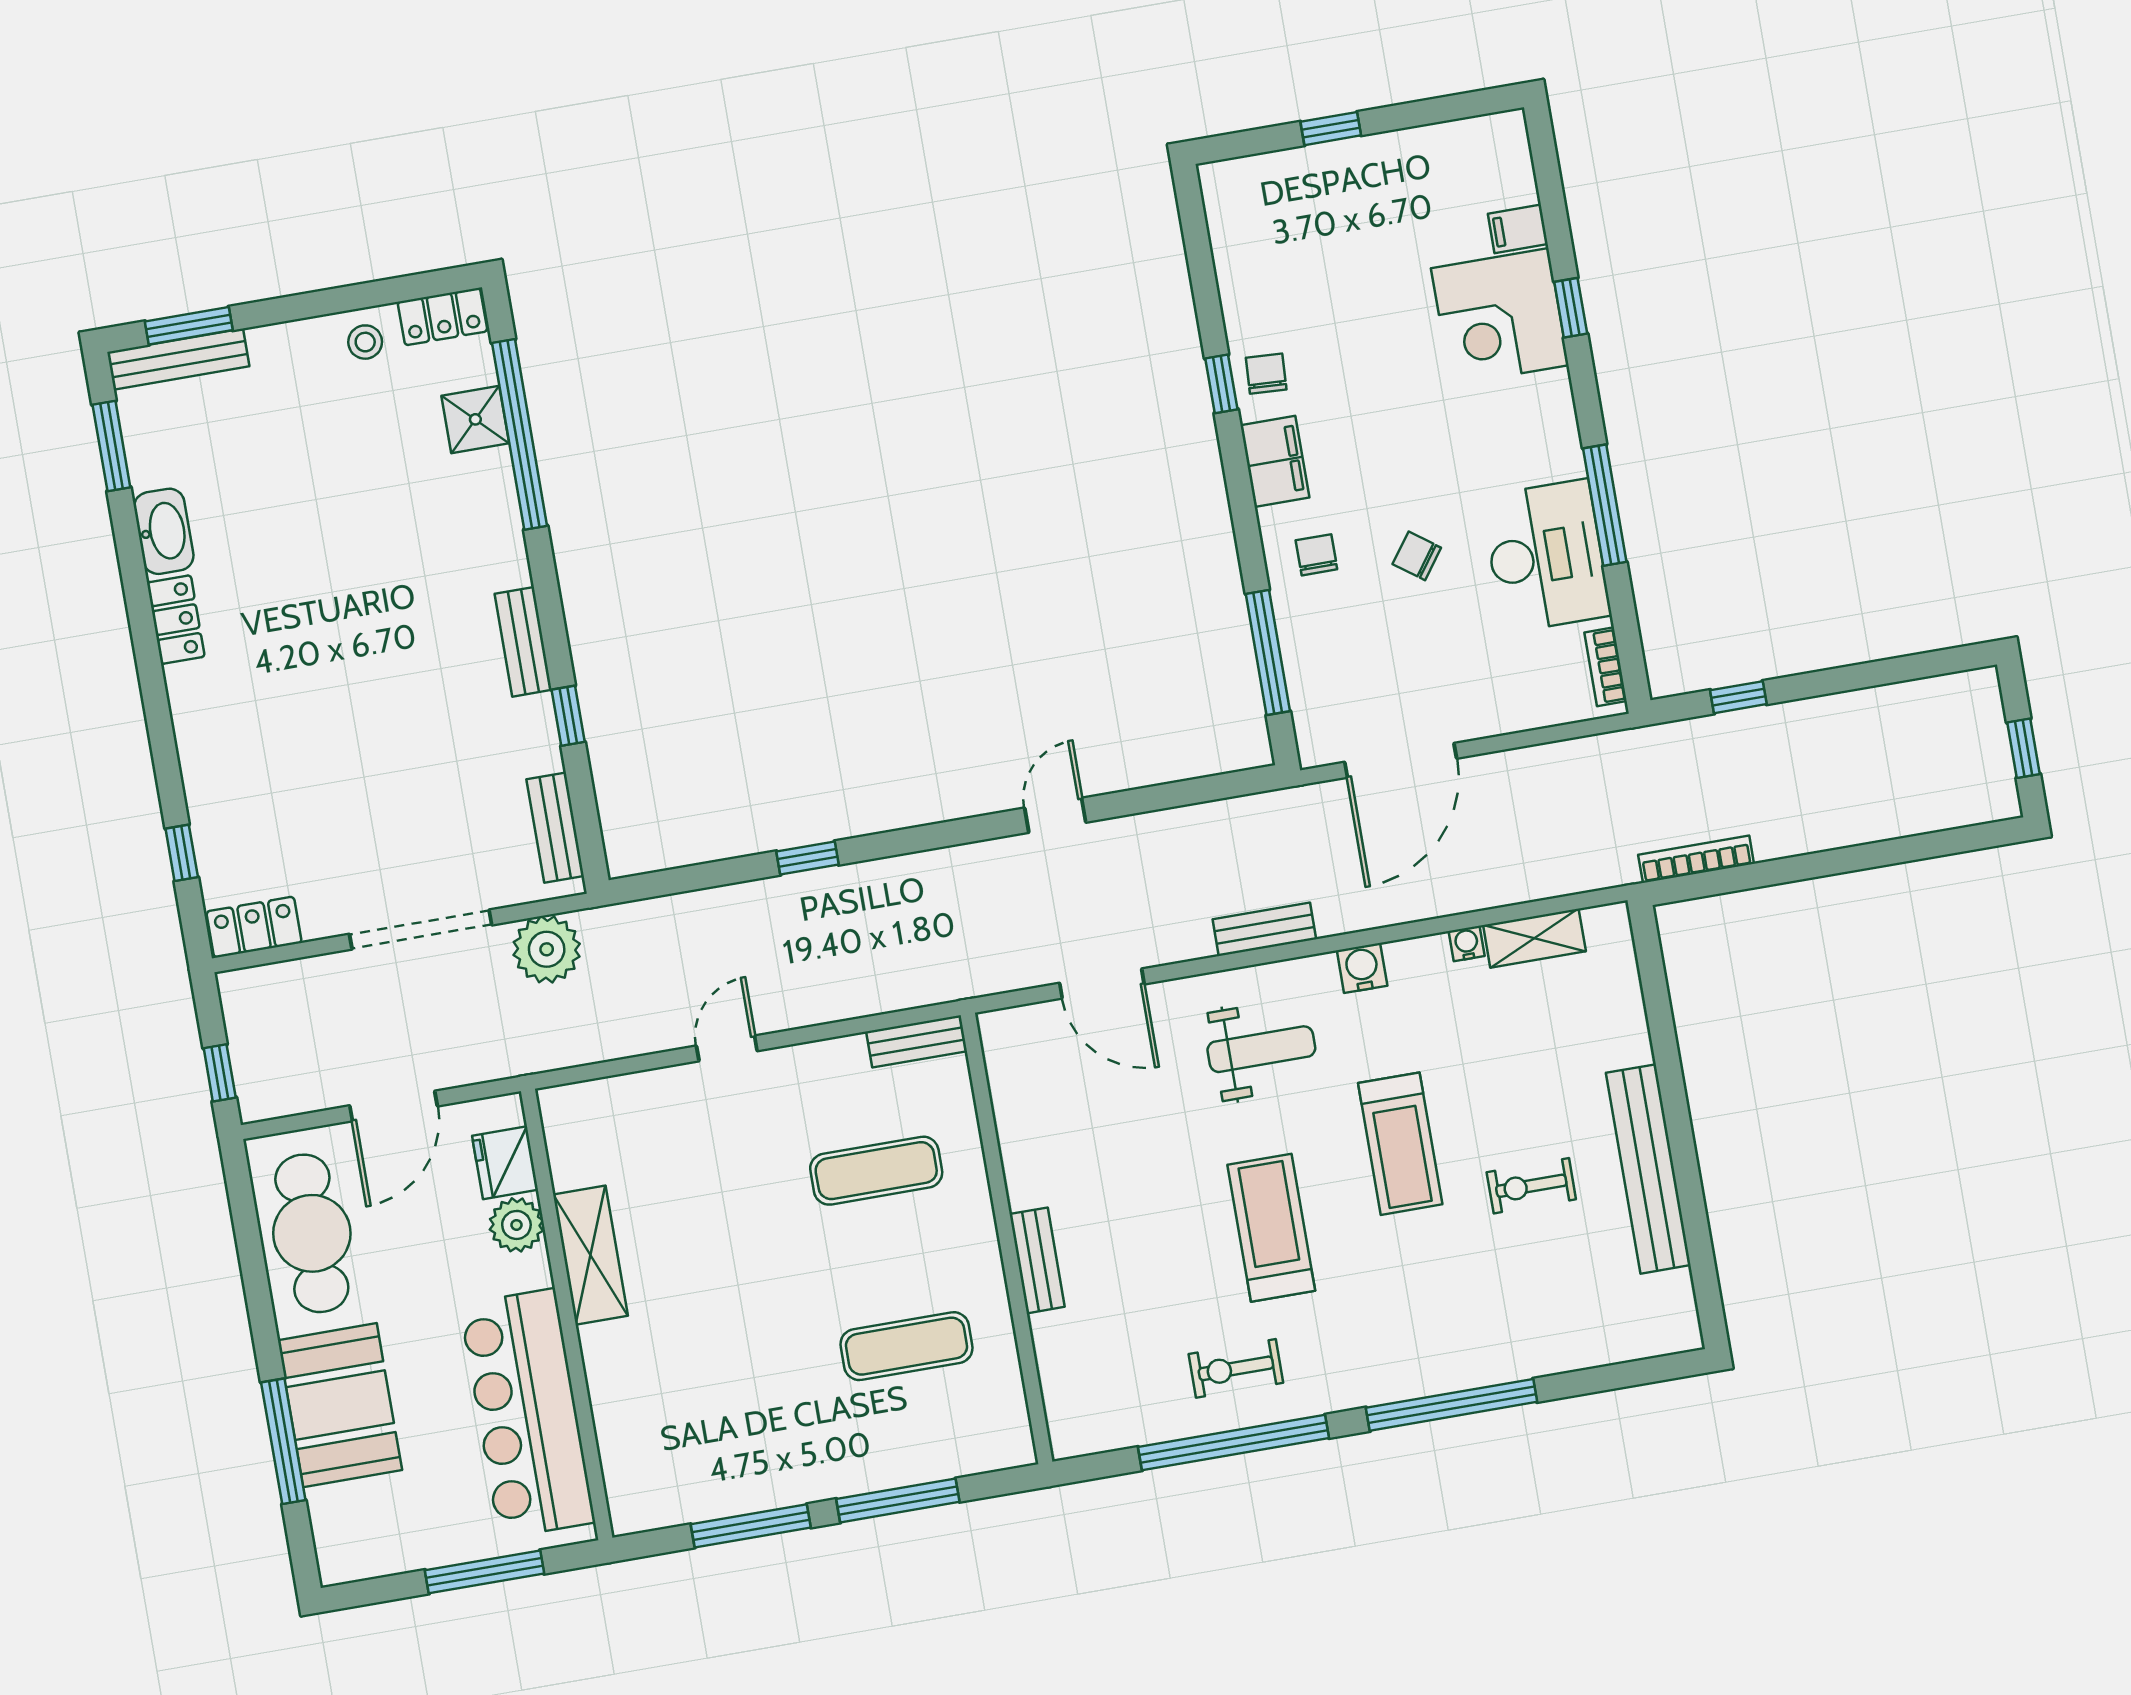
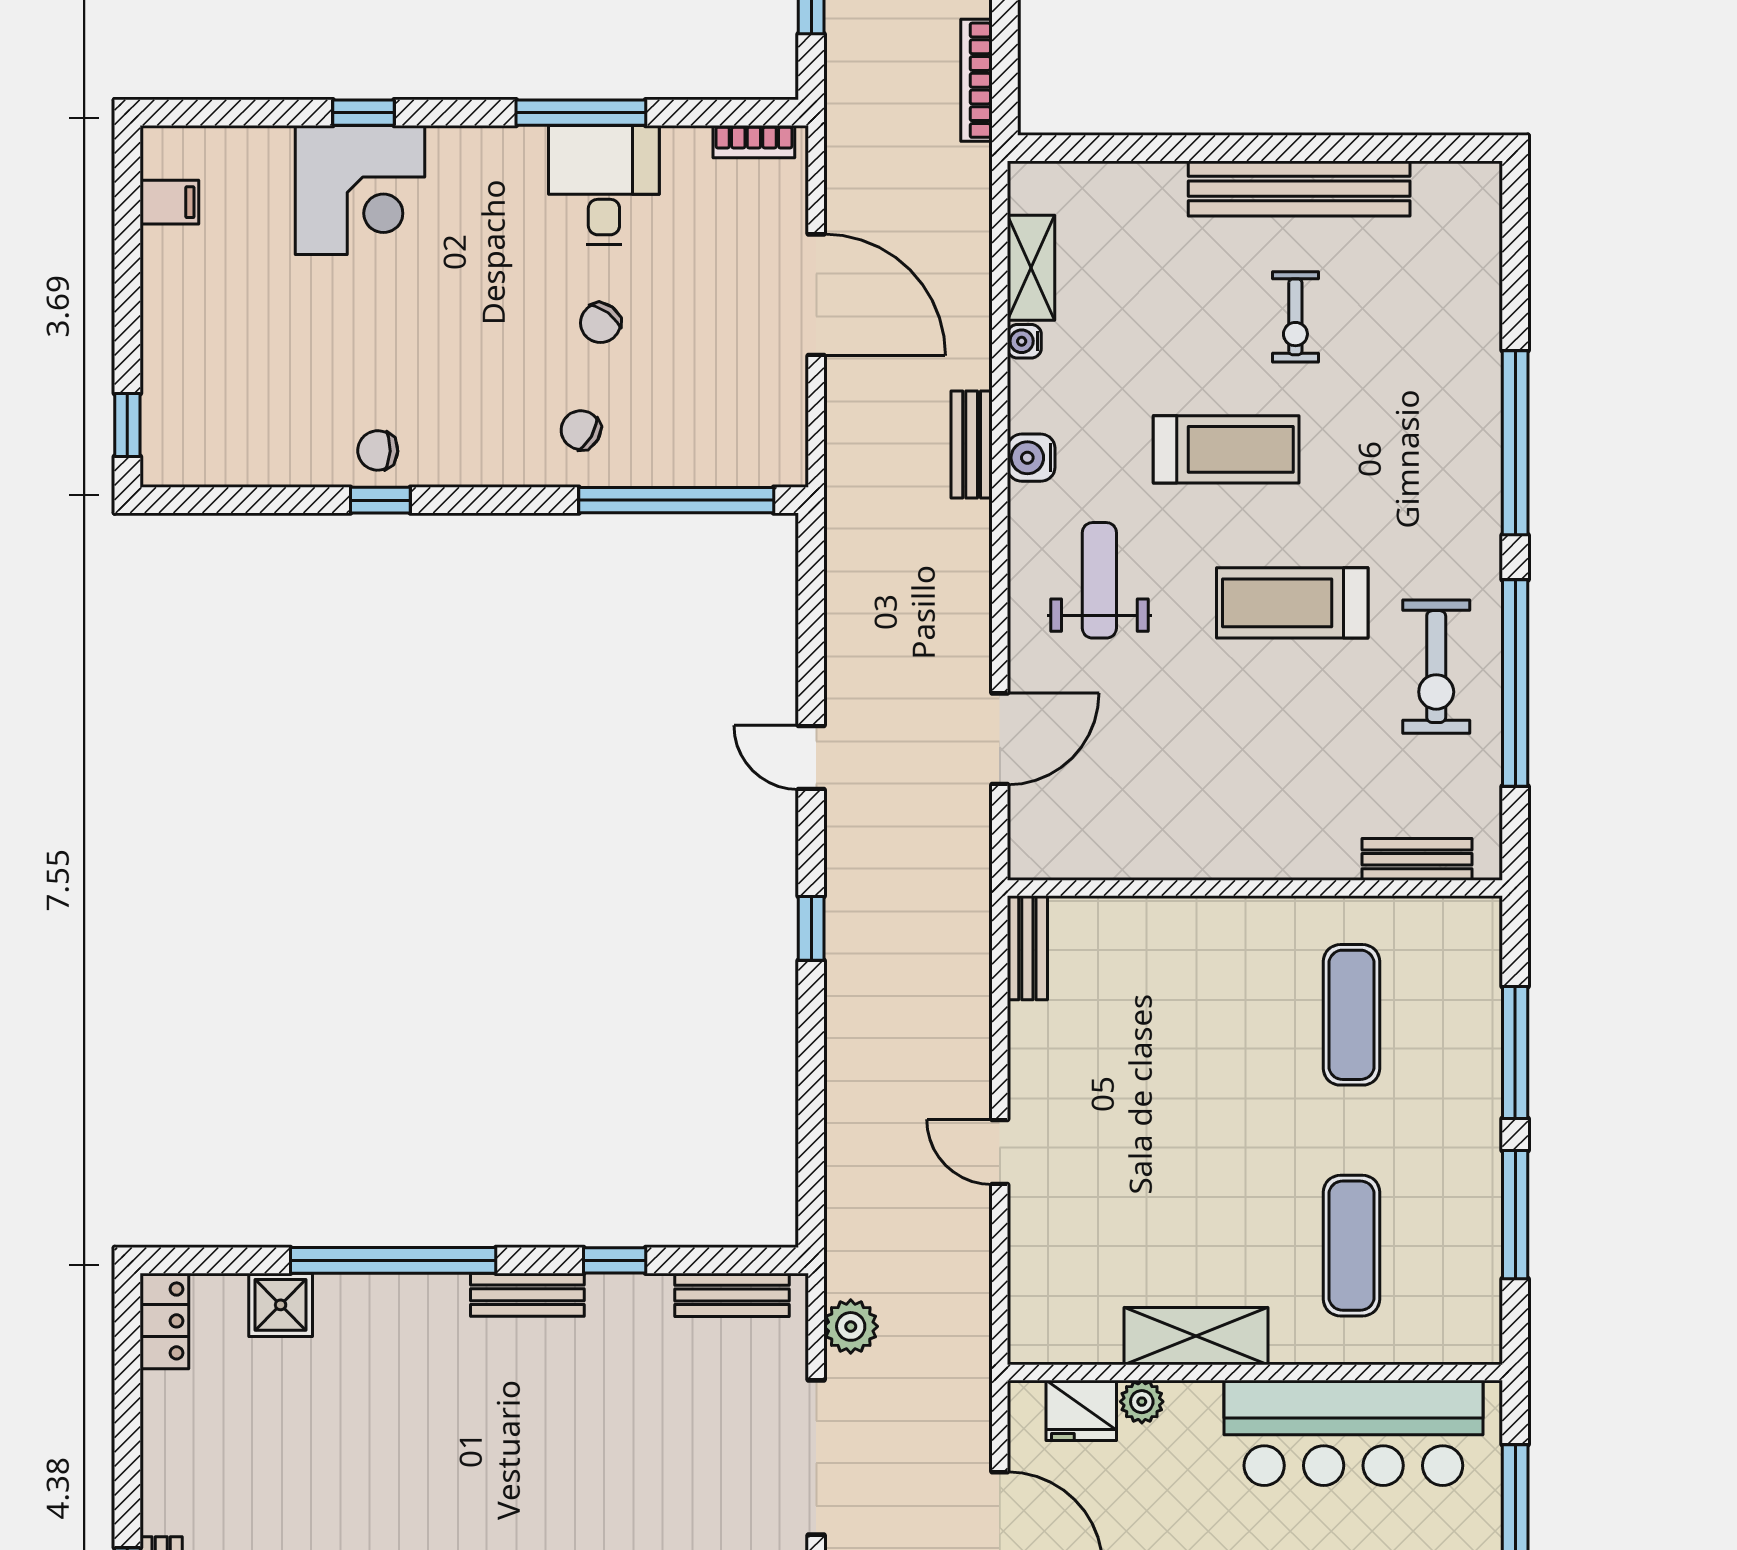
window: (1331, 129) -> (127, 425), moved
filing cabinet: (1518, 229) -> (169, 202), moved, turned -90
stool: (365, 342) -> (177, 1408), removed
window: (520, 434) -> (393, 1260), moved
filing cabinet: (1275, 461) -> (473, 457), removed
chair: (1316, 555) -> (581, 430), turned 30
desk: (1546, 556) -> (604, 185), width x0.73
window: (1268, 653) -> (676, 500), width x1.46
door: (1401, 760) -> (816, 295), moved
window: (808, 858) -> (811, 928), moved
bench: (1264, 929) -> (972, 444), moved
plant: (547, 949) -> (851, 1326), width x0.73, depth x0.73
exercise mat: (876, 1171) -> (1352, 1246), moved
plant: (516, 1225) -> (1142, 1402), width x0.73, depth x0.73
bench: (1037, 1260) -> (1417, 859), moved
exercise bike: (1236, 1368) -> (1436, 667), width x1.38, depth x1.39

